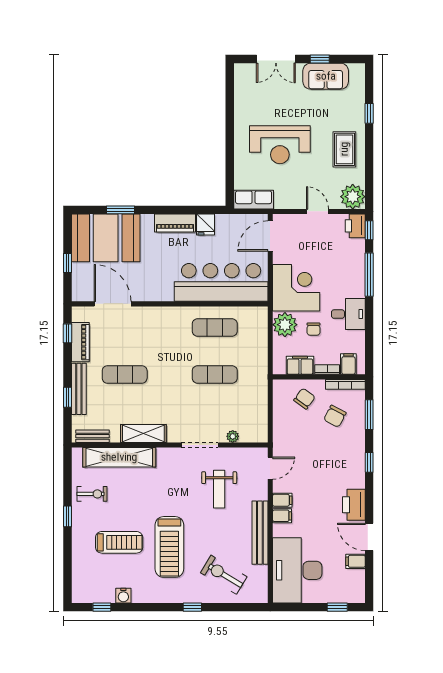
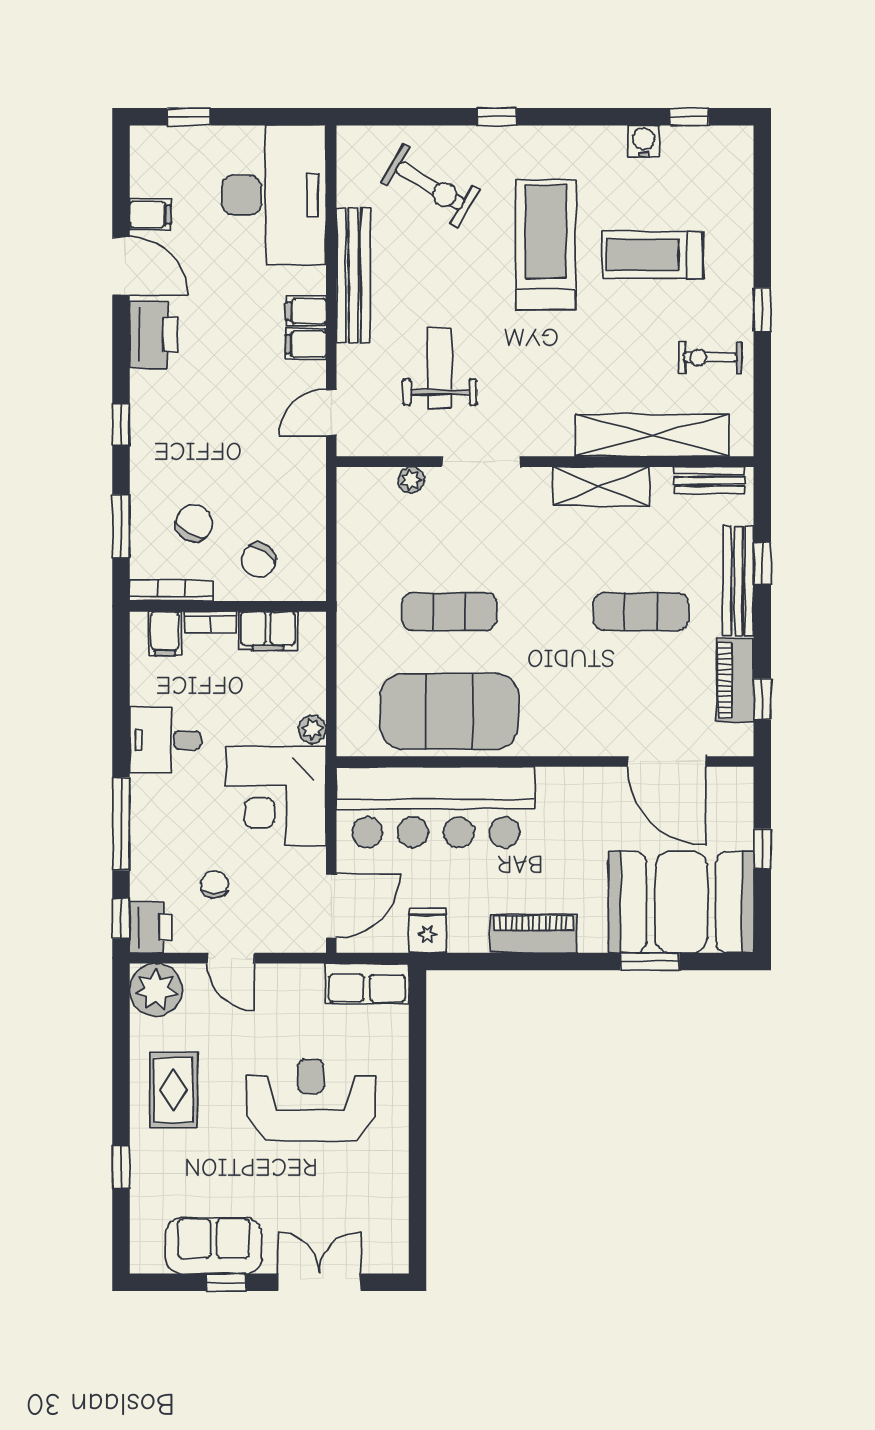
fridge: (206, 224) -> (428, 930), moved
plant: (285, 325) -> (312, 729), width x0.53, depth x0.53
exercise mat: (215, 327) -> (449, 711), width x2.00, depth x1.45
chair: (313, 329) -> (214, 884), moved

